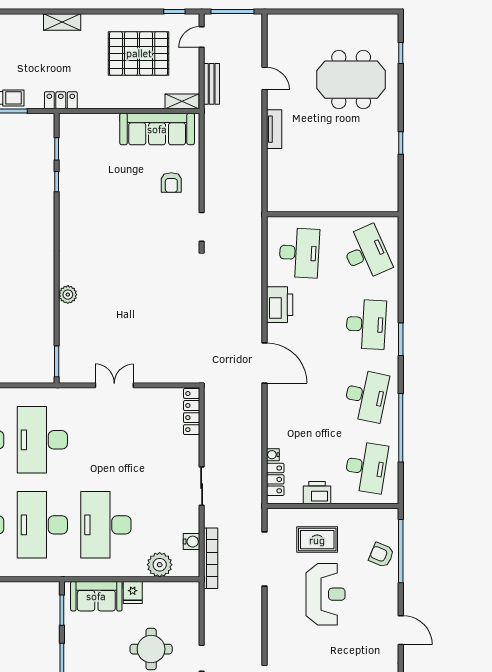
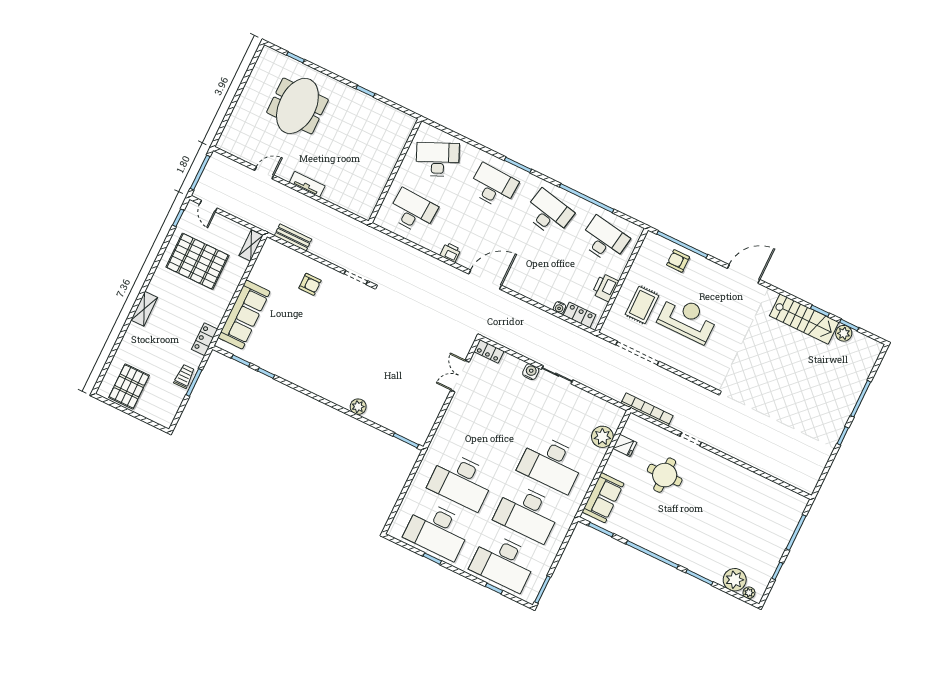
pallet: (139, 53) -> (197, 261), turned 90
bench: (212, 84) -> (293, 237), moved
sofa: (157, 129) -> (244, 315), moved
printer: (280, 305) -> (450, 252), width x0.53, depth x0.68
double door: (114, 385) -> (460, 376), moved
locker: (192, 412) -> (489, 351), width x0.66
water cooler: (191, 542) -> (531, 372), moved
armchair: (381, 555) -> (678, 261), turned 67
bookcase: (211, 558) -> (647, 409), moved
fridge: (133, 592) -> (625, 445), moved
door: (401, 630) -> (744, 274), width x1.36

